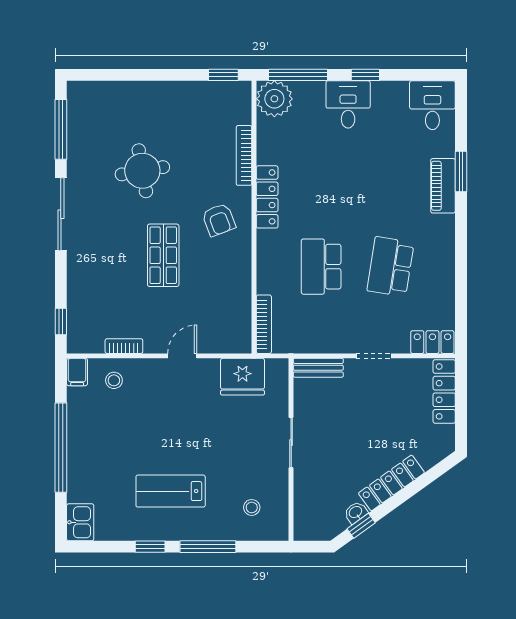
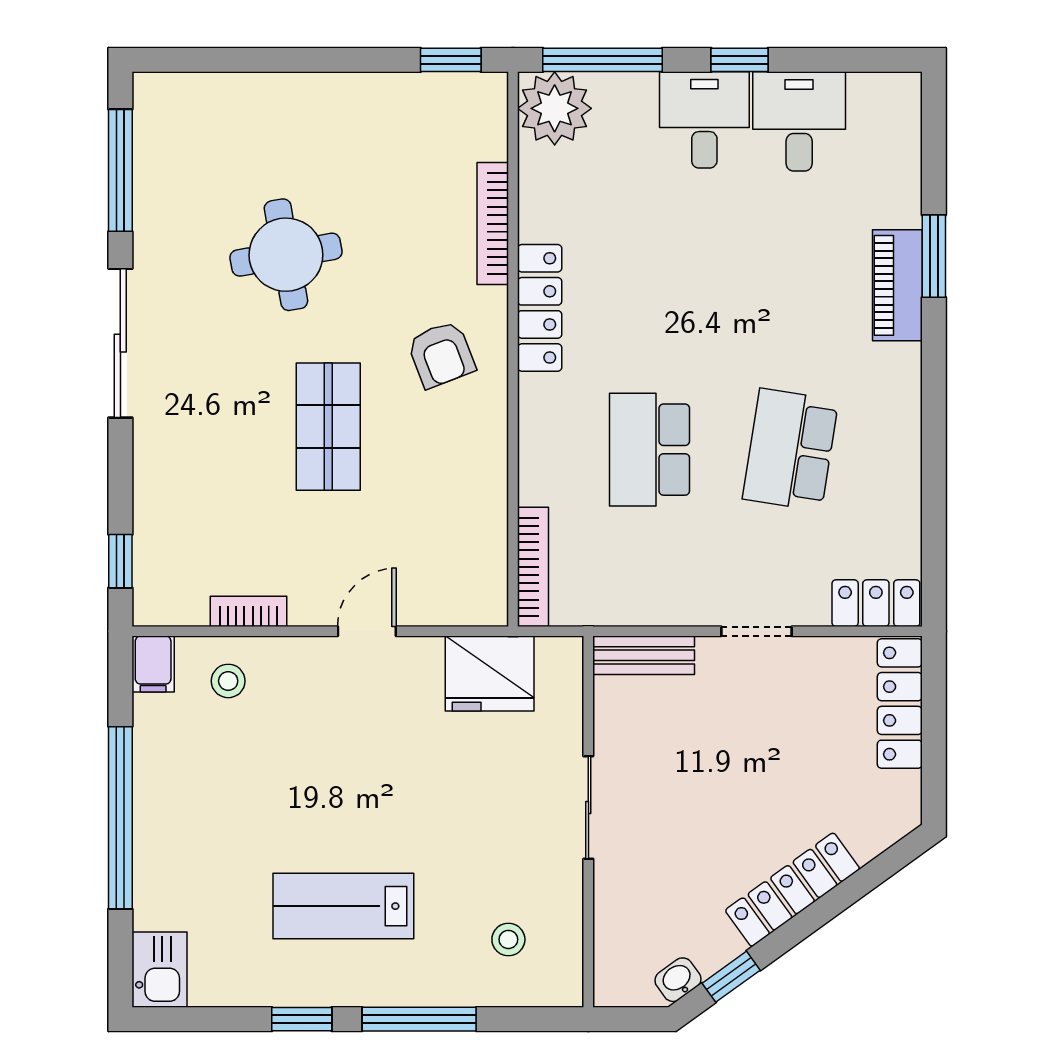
desk: (432, 105) -> (799, 121), moved
washbasin: (356, 512) -> (678, 980), moved

